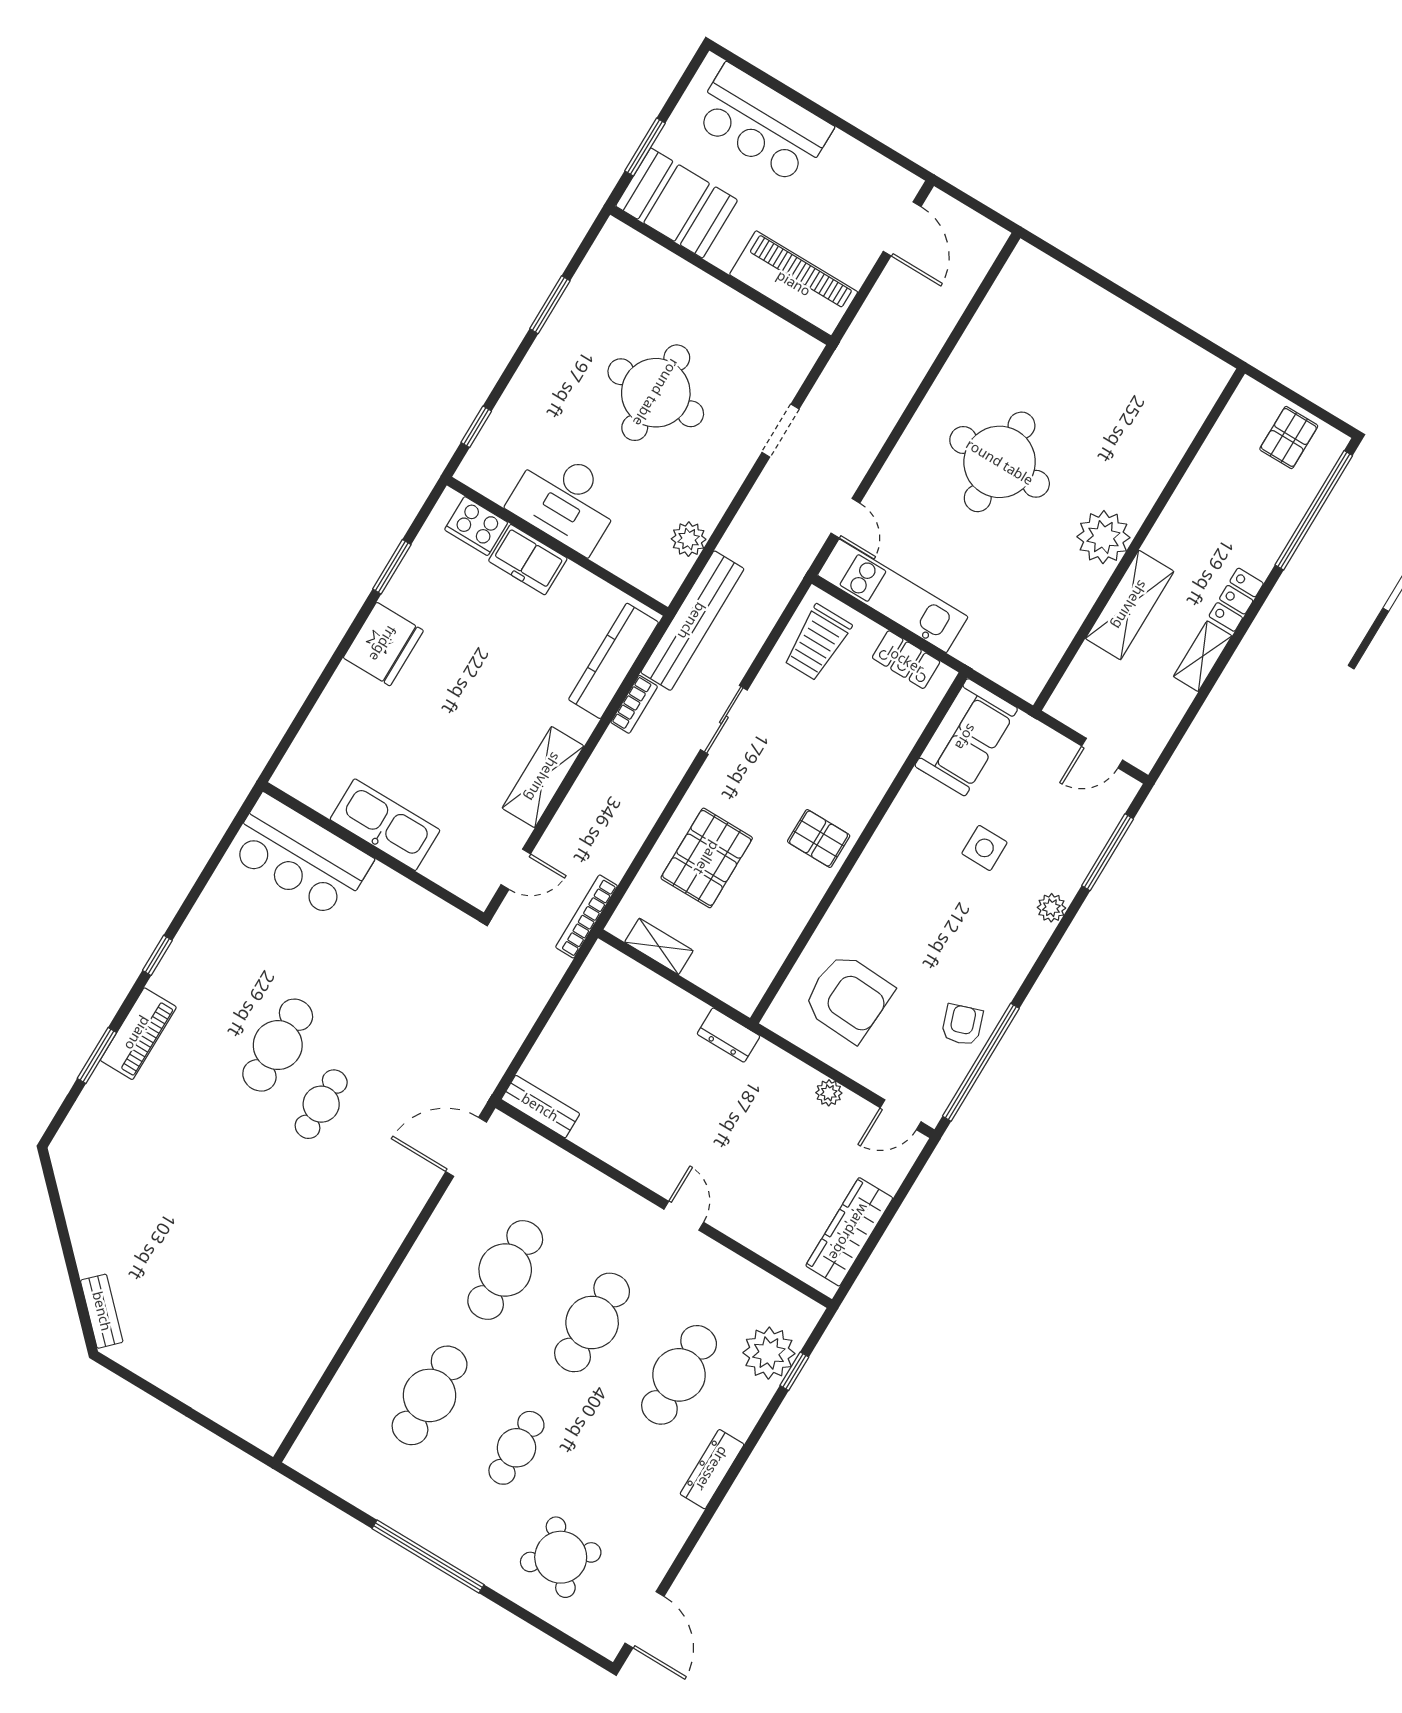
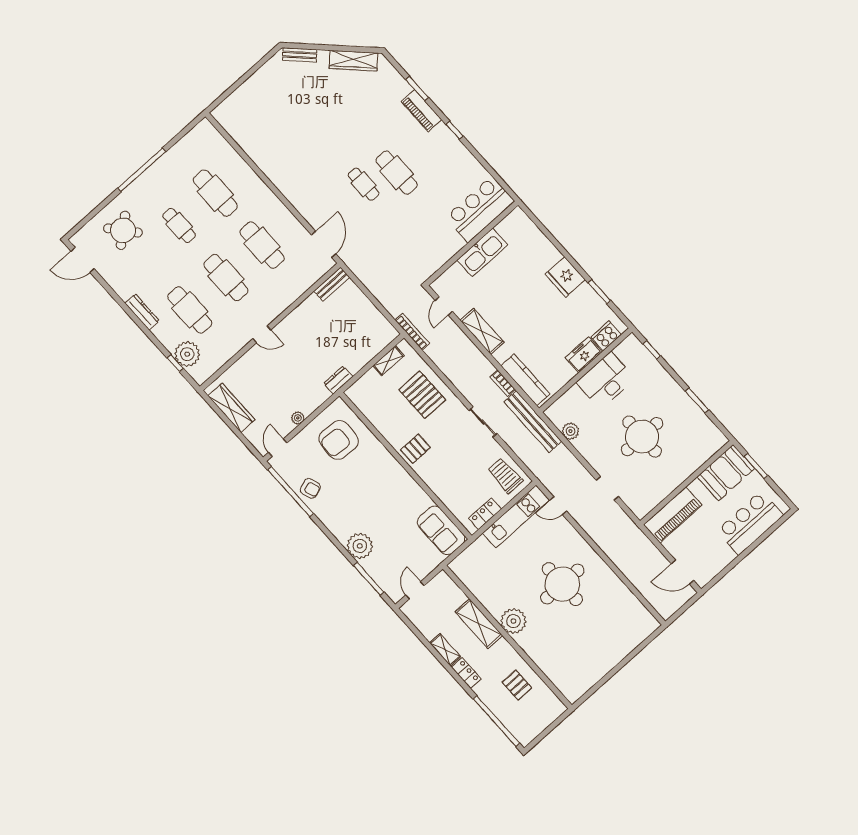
pallet: (1289, 437) -> (517, 685), moved
side table: (984, 848) -> (388, 523), removed
plant: (1051, 908) -> (360, 546), width x1.88, depth x1.88
wardrobe: (80, 1200) -> (354, 61), added

